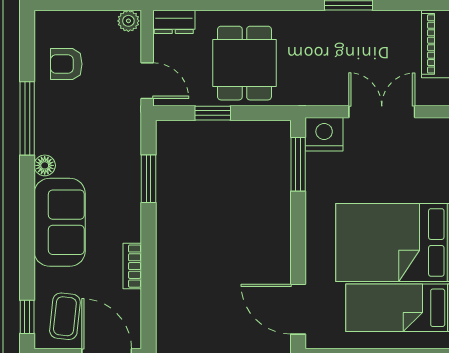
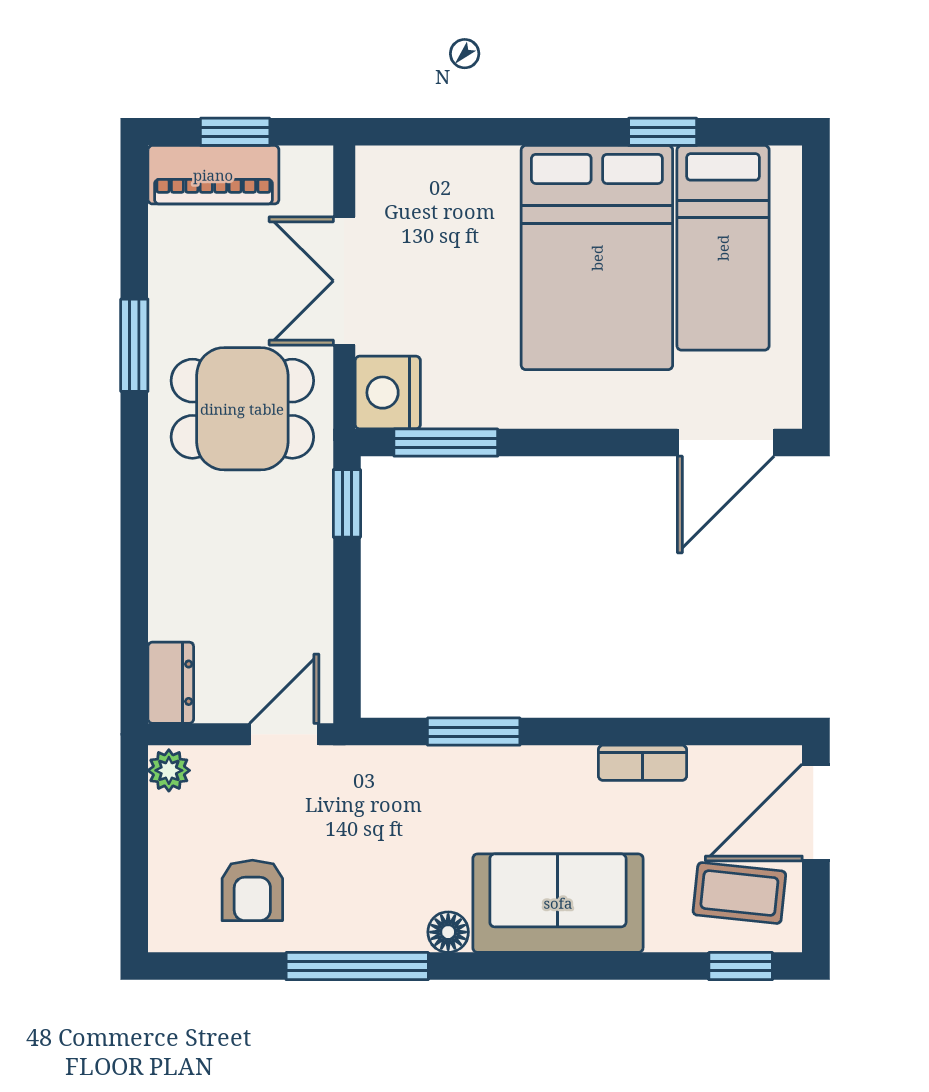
dining table: (244, 63) -> (242, 409), moved
window: (213, 113) -> (347, 503), moved

